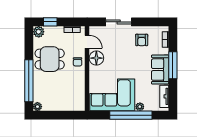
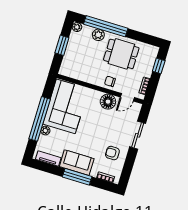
plant: (39, 32) -> (98, 35), moved
dining table: (50, 59) -> (121, 54), turned 90
window: (58, 115) -> (62, 45), added

